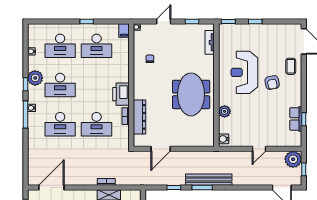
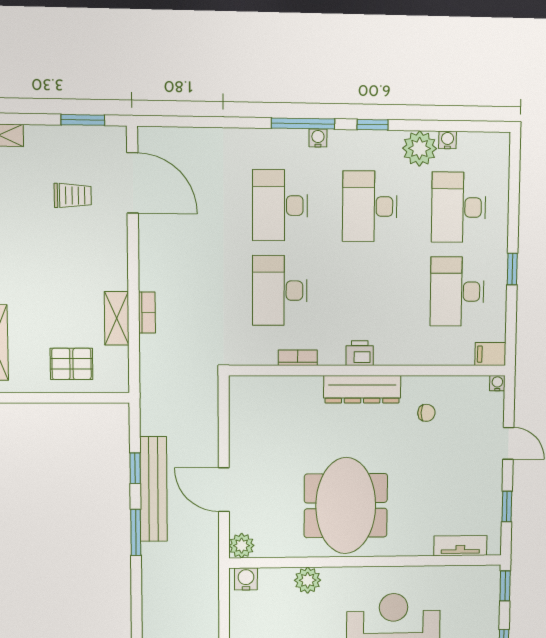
plant: (35, 78) -> (420, 148), moved
printer: (121, 94) -> (360, 353), width x0.53, depth x0.68
meeting table: (191, 94) -> (346, 506), turned 90
dresser: (139, 117) -> (362, 389), moved
plant: (209, 141) -> (242, 546), added
door: (161, 149) -> (224, 490), moved
bench: (209, 180) -> (153, 489), moved

